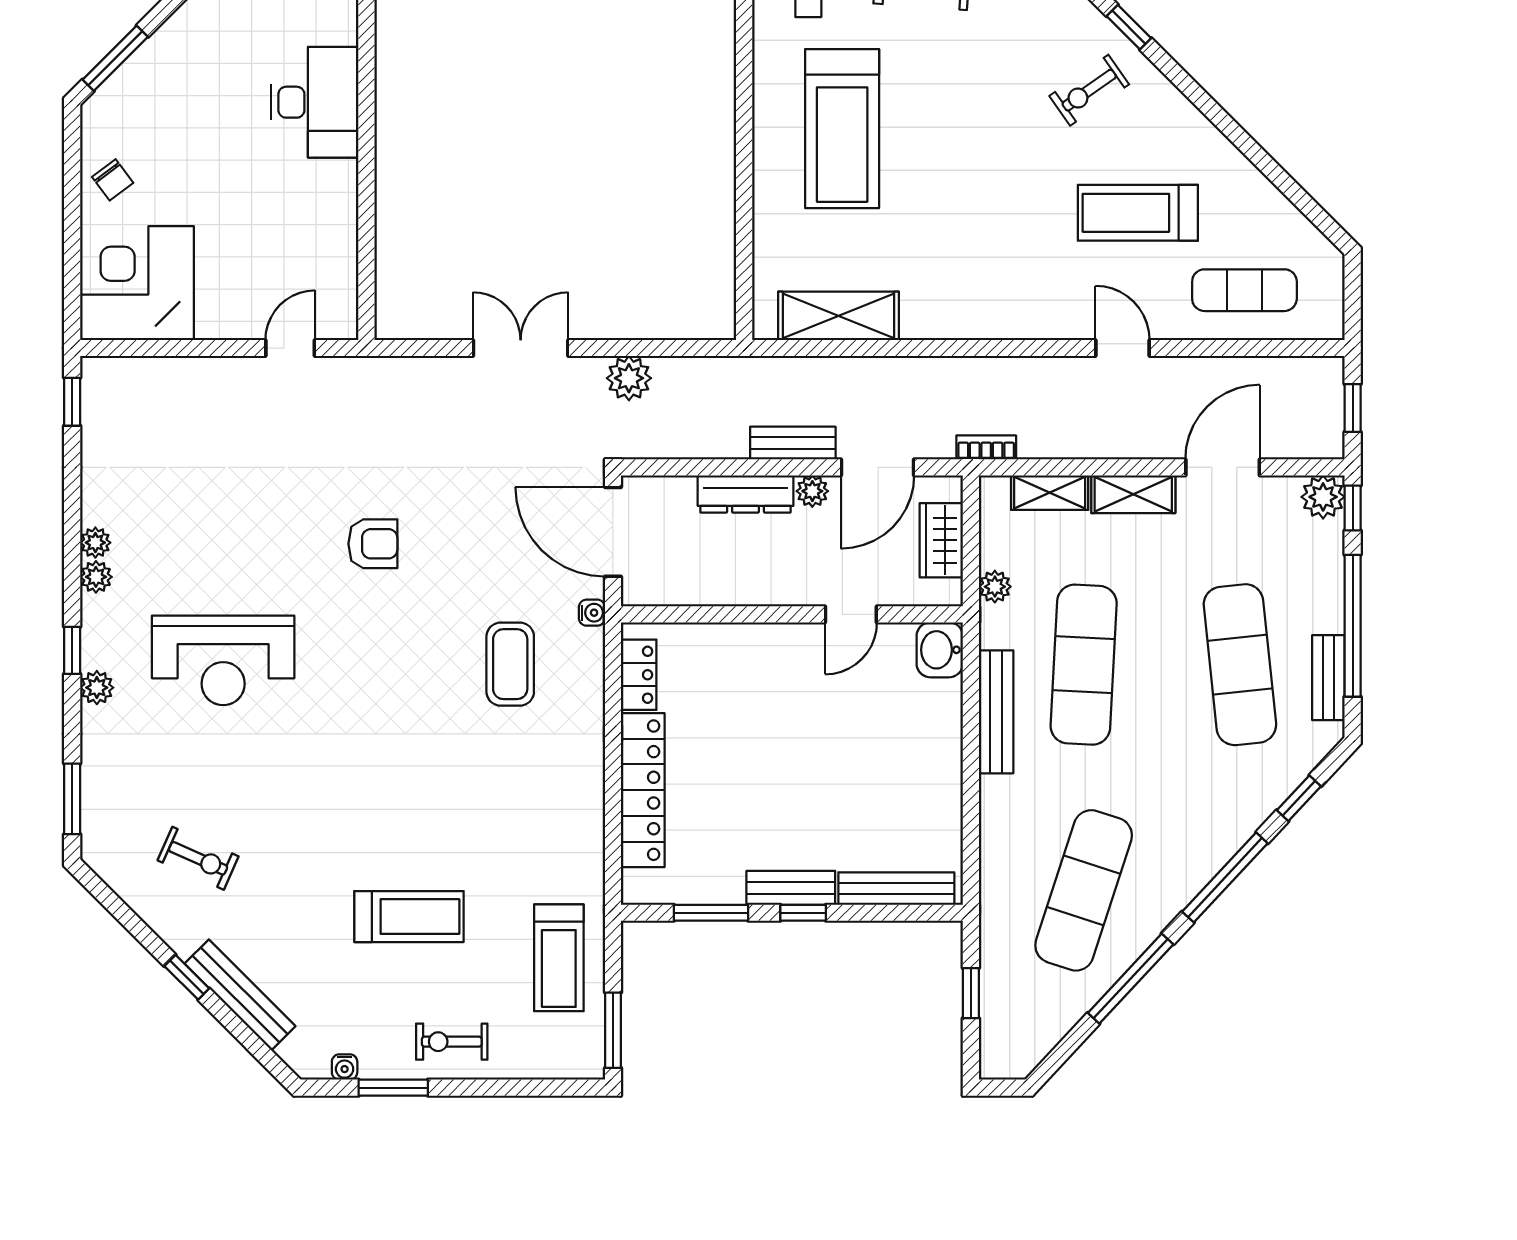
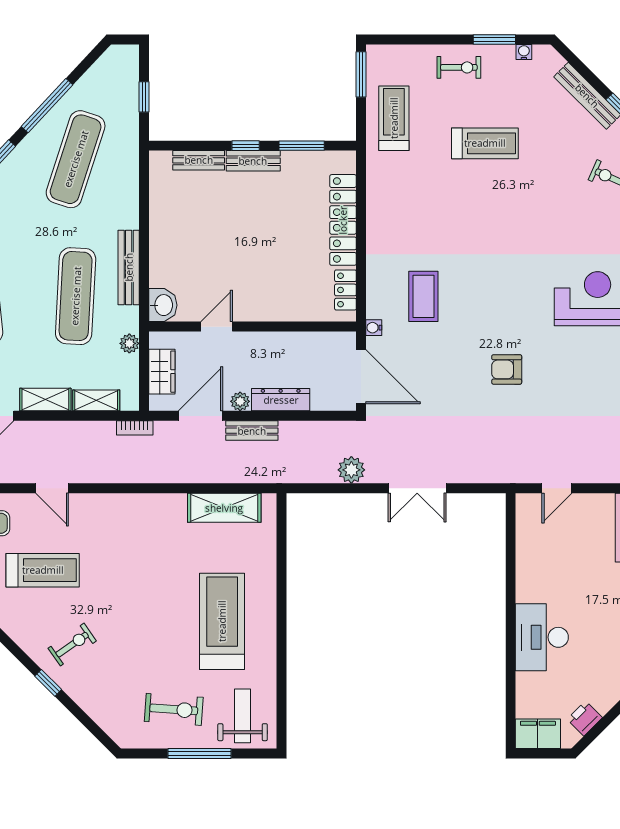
bench: (896, 889) -> (199, 160), width x0.73
treadmill: (409, 917) -> (485, 143), turned 180

